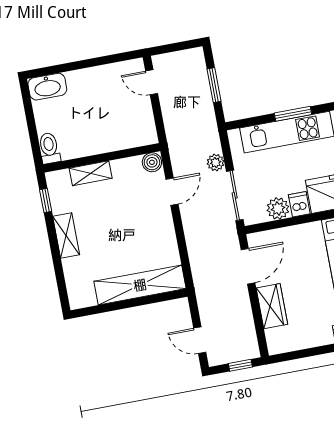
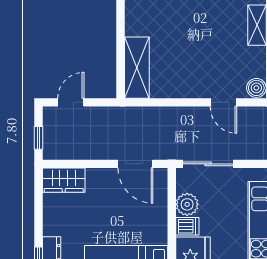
plant: (216, 163) -> (244, 151), removed
shelving: (140, 285) -> (137, 68), width x0.68
wardrobe: (272, 306) -> (64, 180), moved

